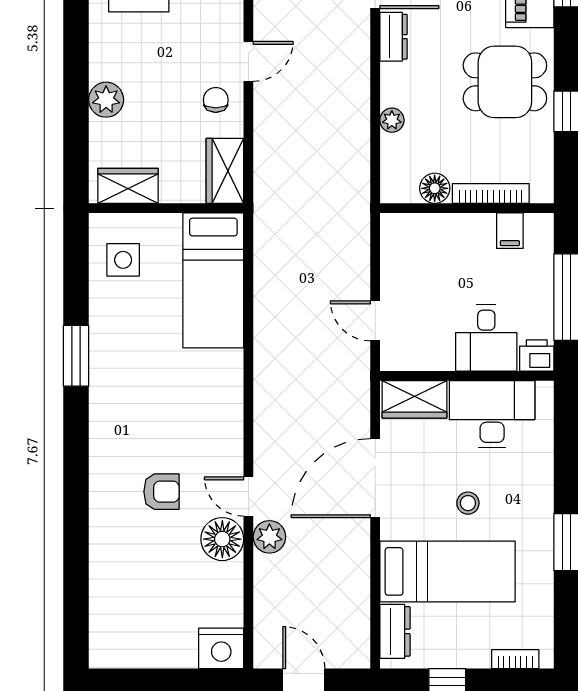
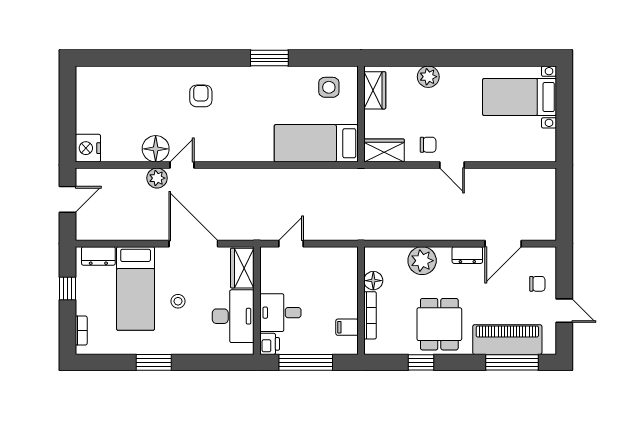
plant: (392, 120) -> (422, 261), width x1.87, depth x1.87
armchair: (161, 492) -> (201, 96), moved, turned 180

